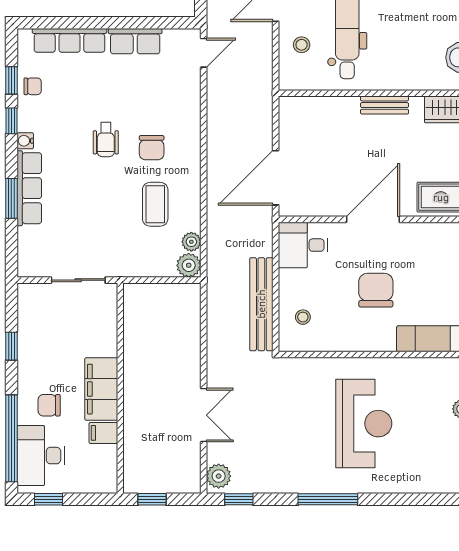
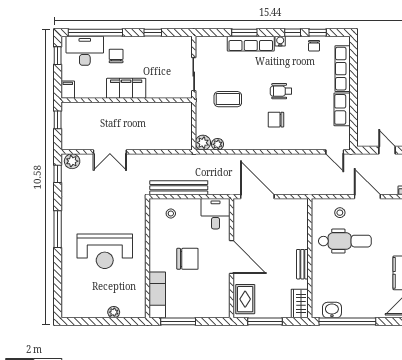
coffee table: (155, 204) -> (228, 99), moved
filing cabinet: (103, 433) -> (68, 90), moved

